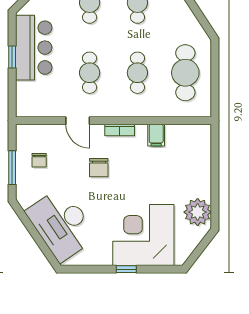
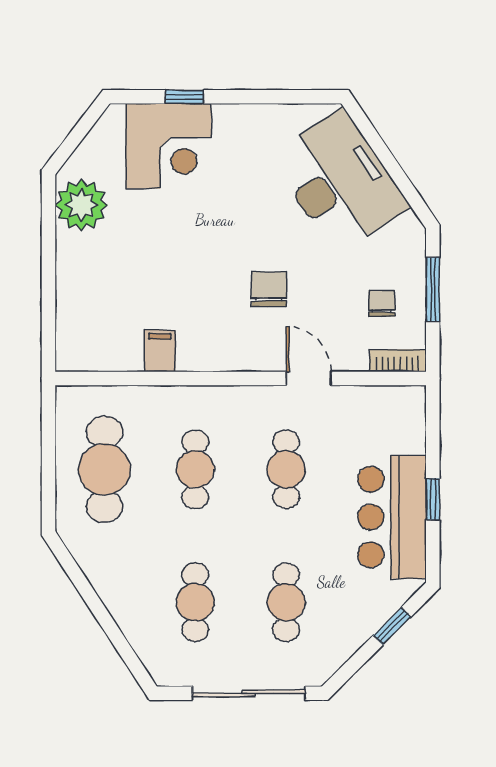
bookcase: (120, 130) -> (398, 361), moved
corner desk: (143, 235) -> (169, 146), width x0.74, depth x0.74
window: (126, 269) -> (185, 97), moved

